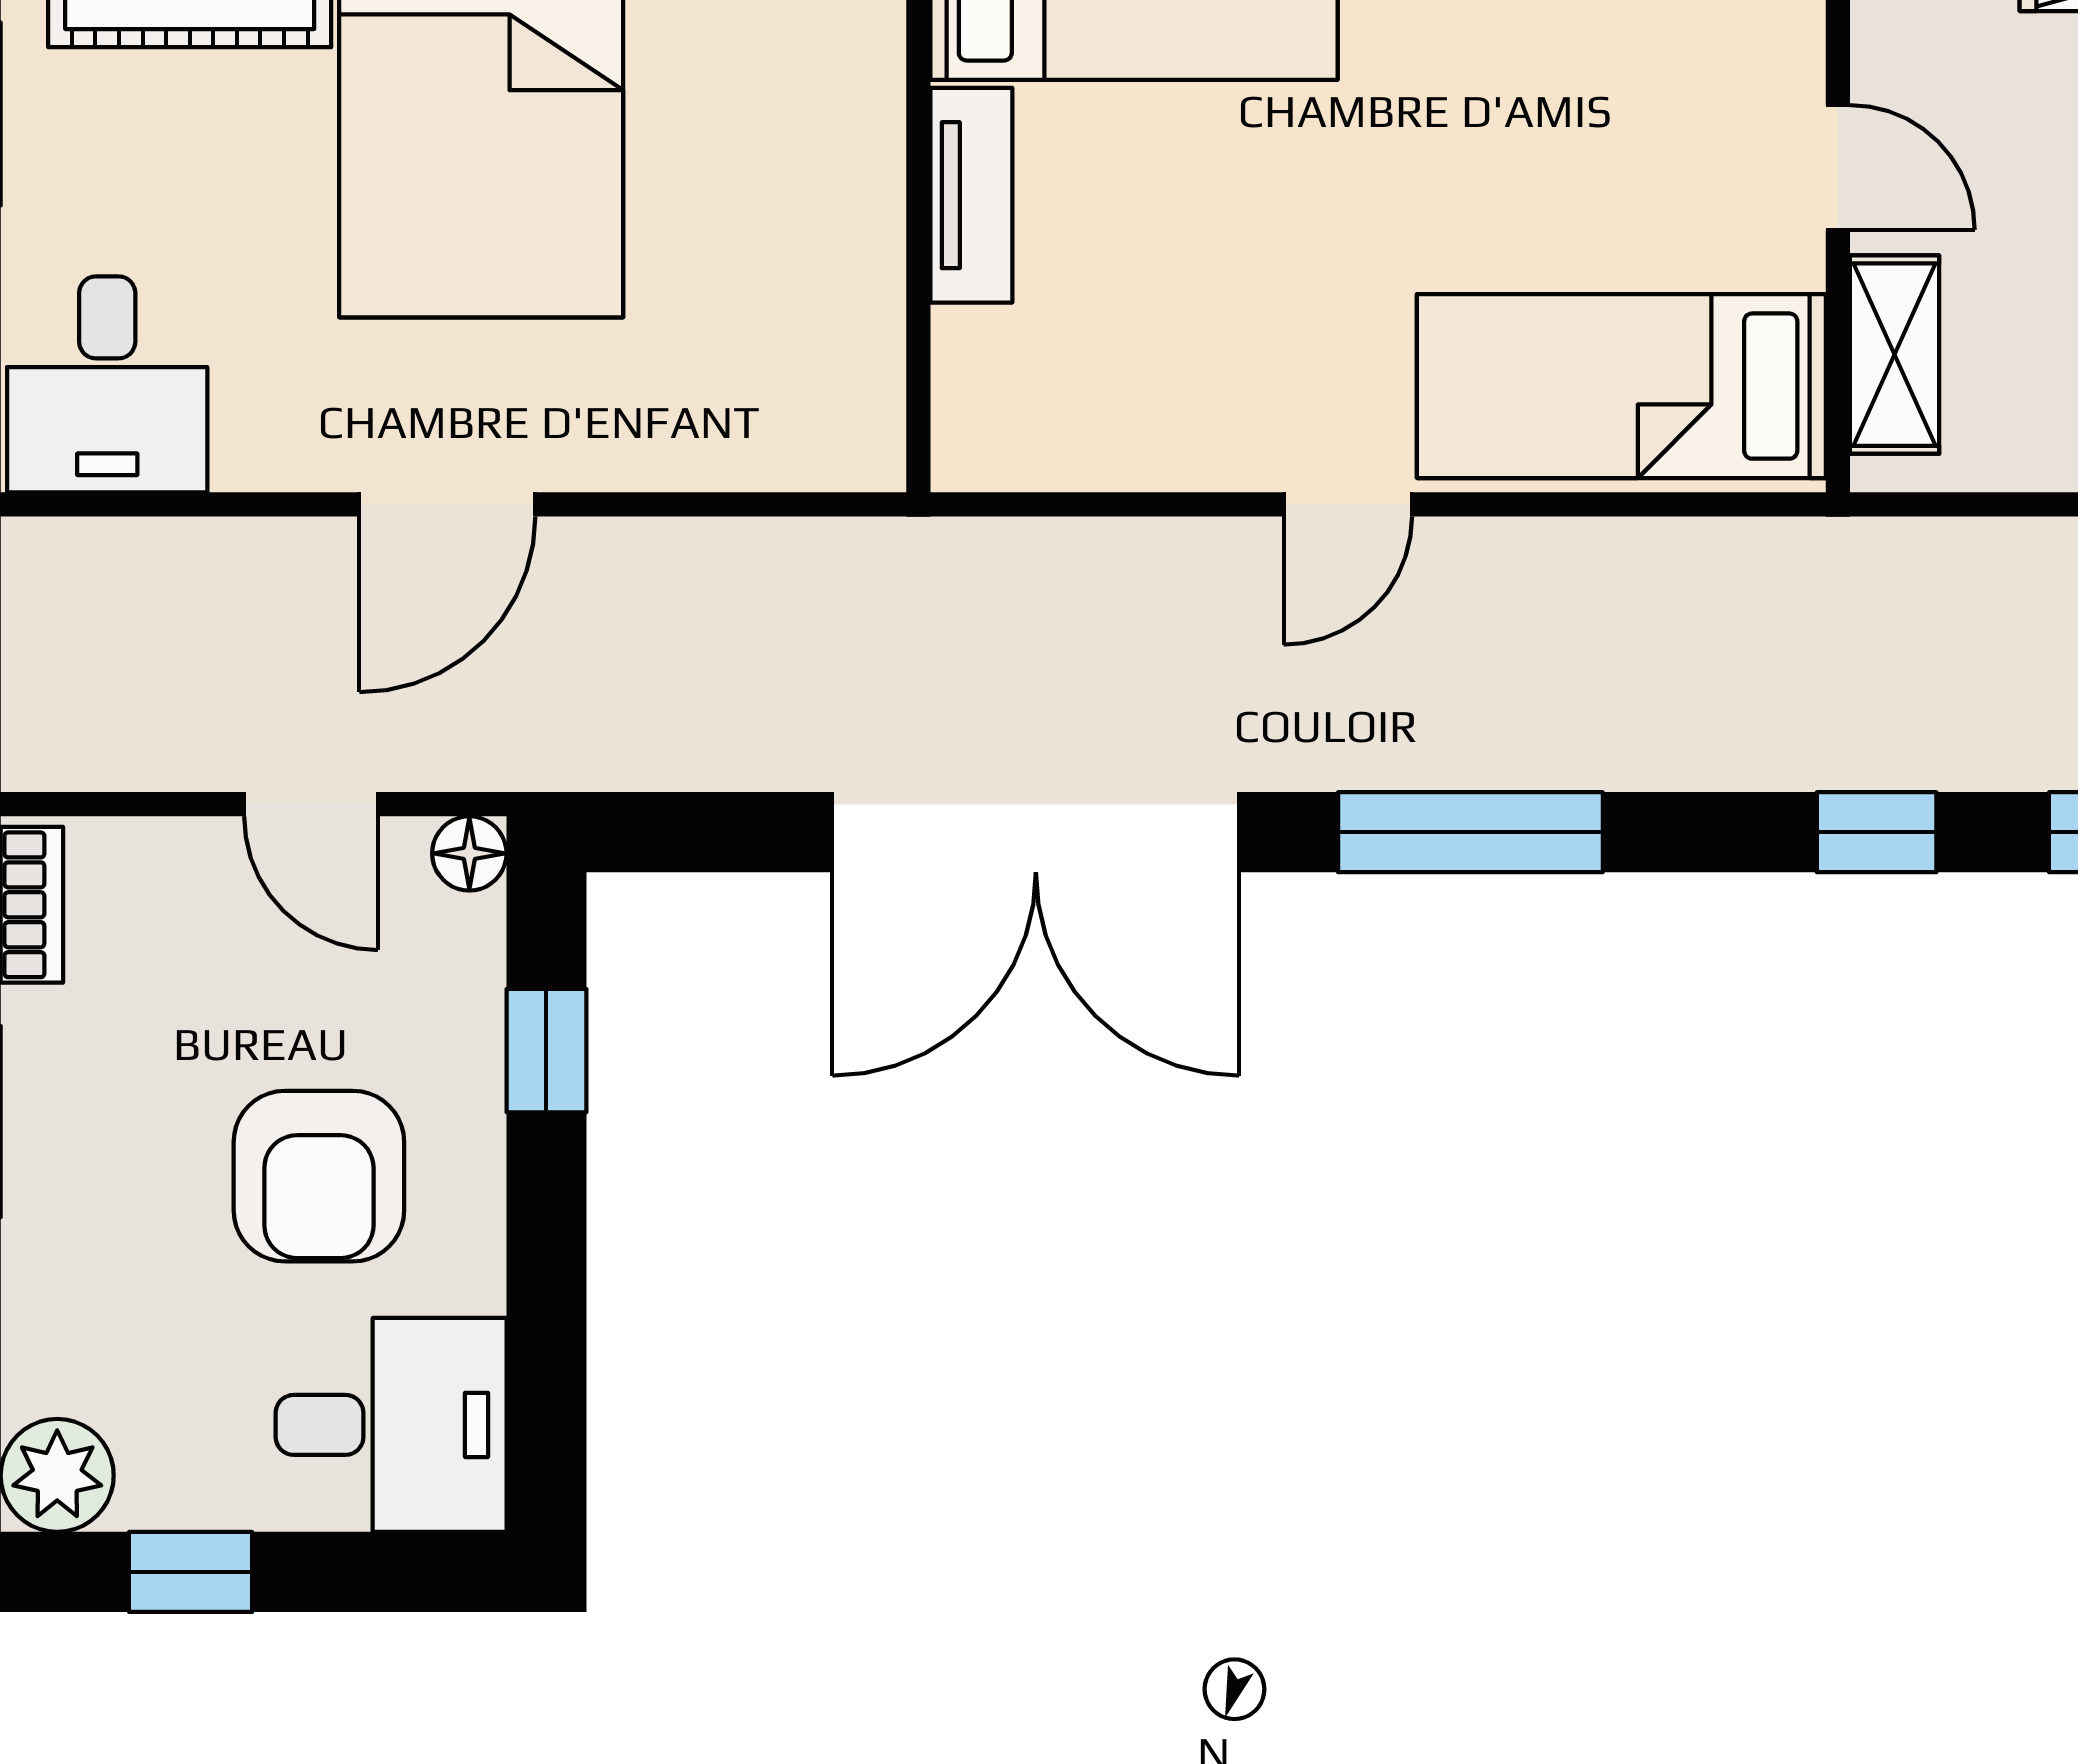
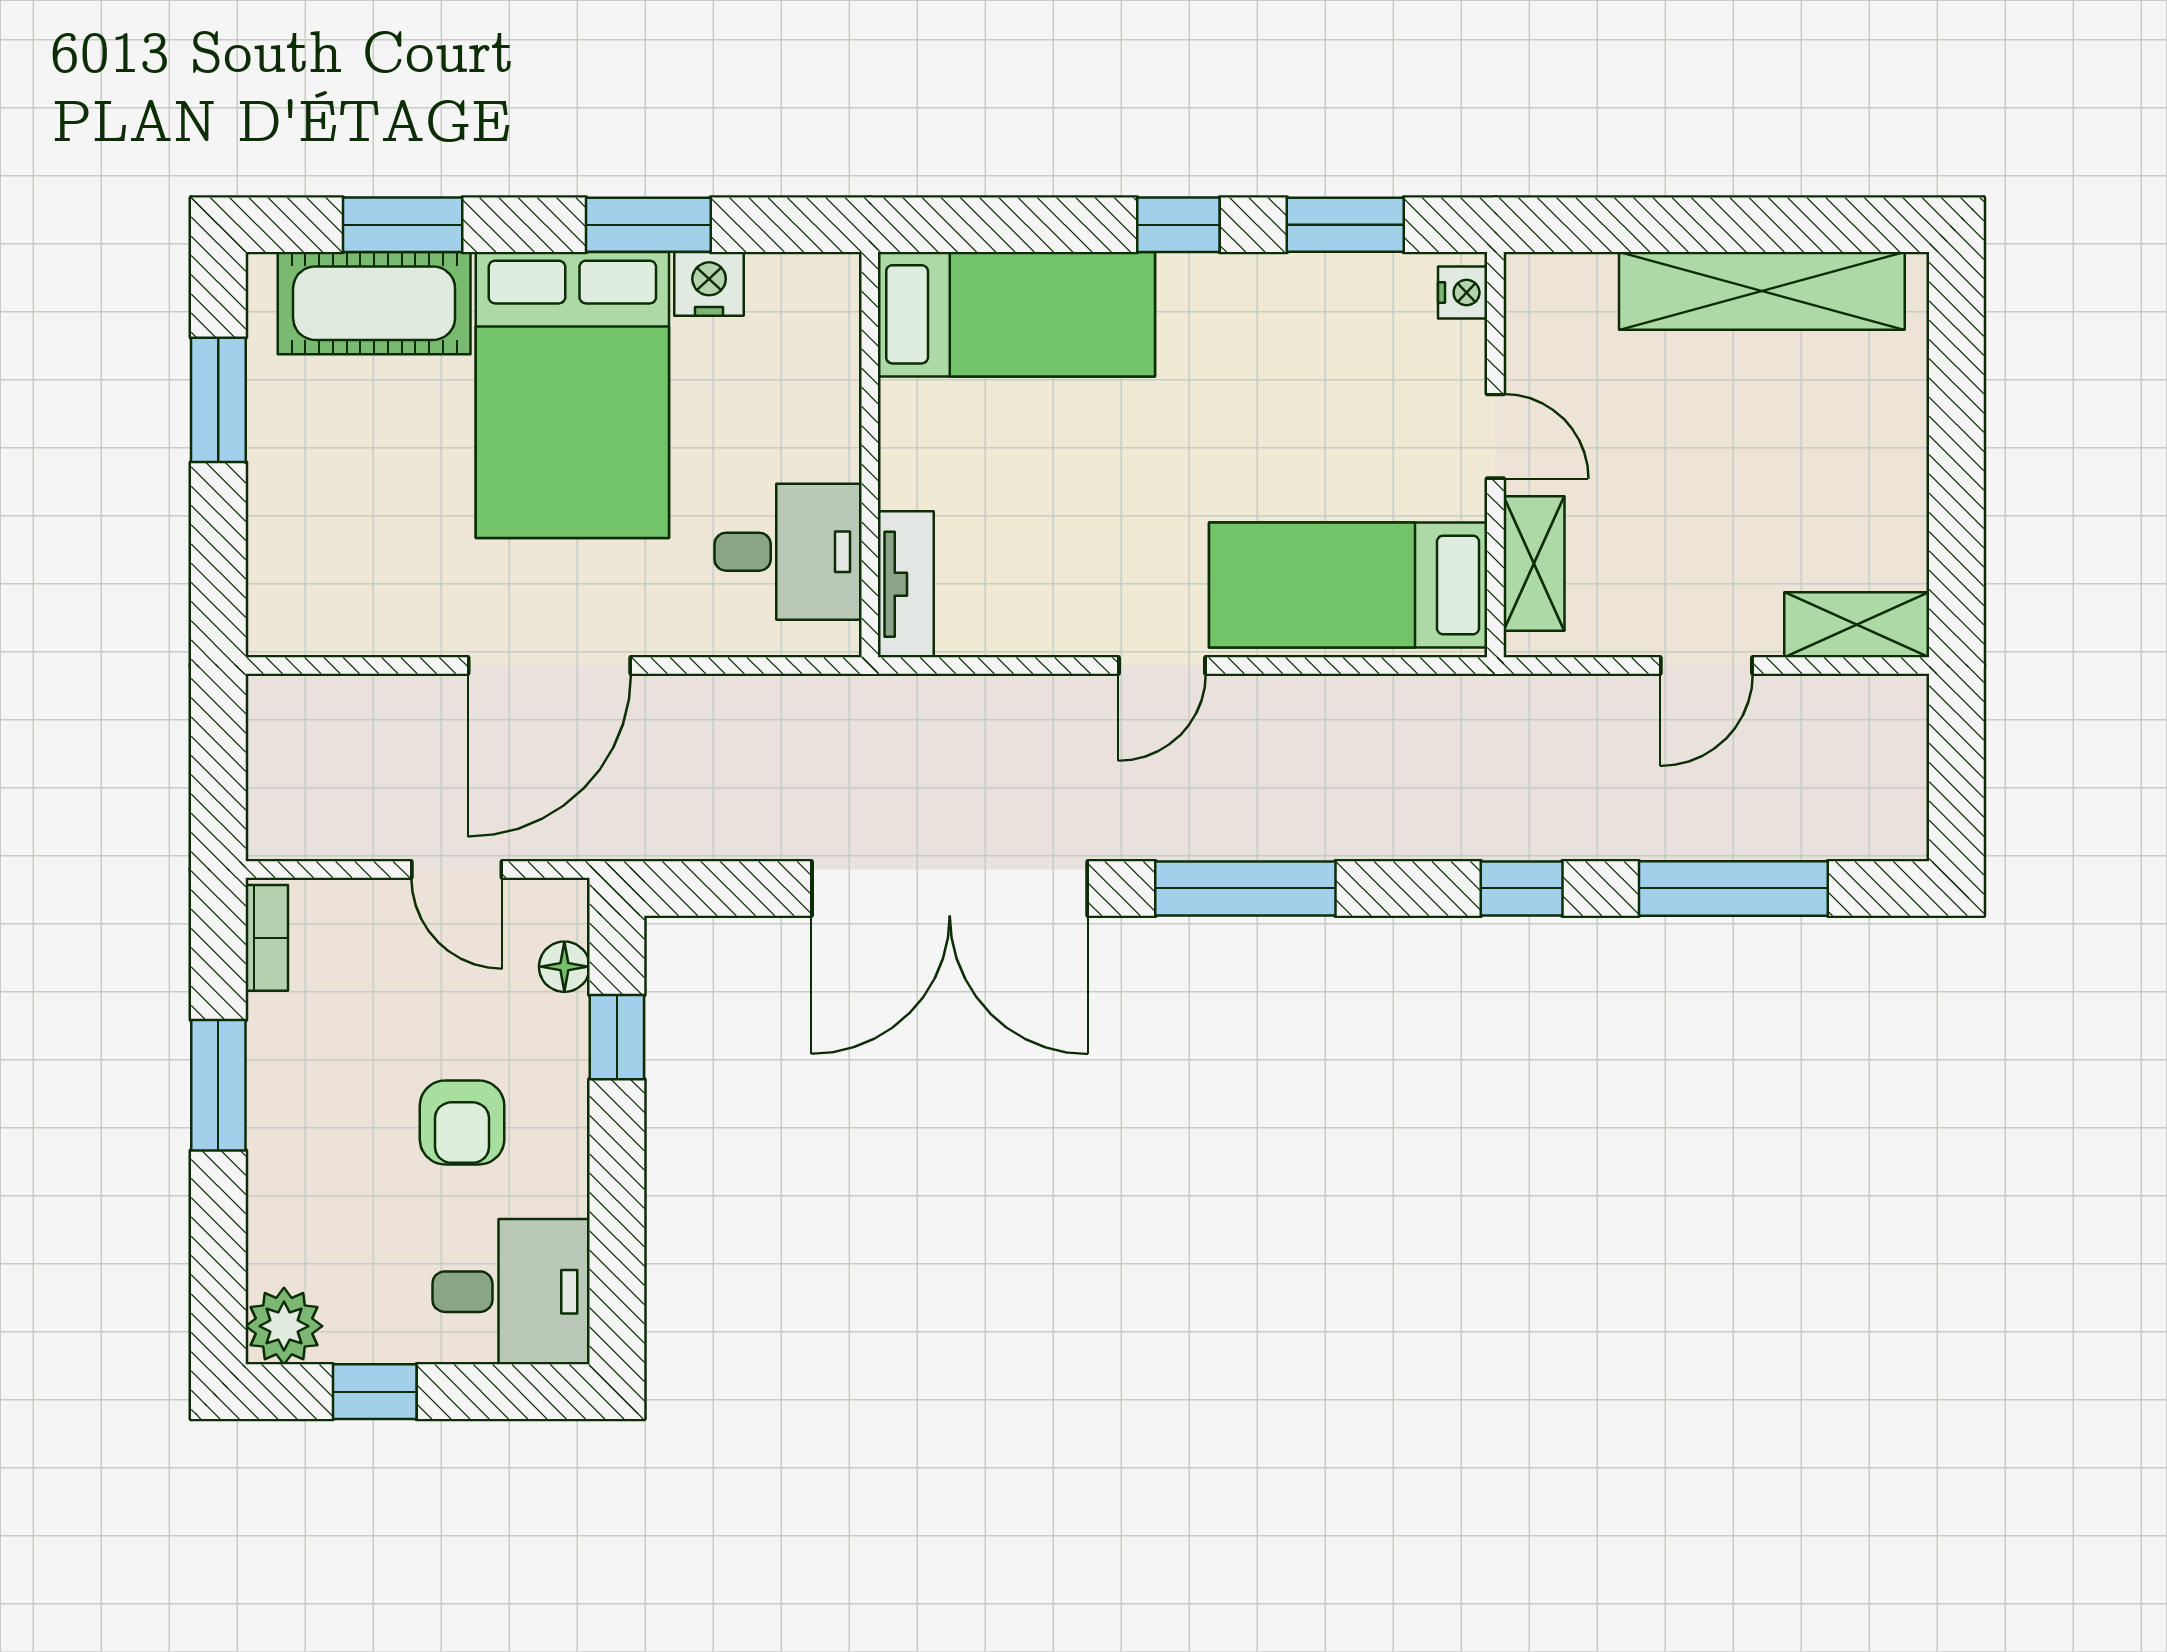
tv unit: (971, 195) -> (906, 584), moved
desk: (107, 384) -> (788, 552), moved, turned -90
door: (447, 504) -> (549, 665), width x1.36
floor lamp: (469, 853) -> (564, 967), moved
armchair: (319, 1176) -> (462, 1122), width x0.72, depth x0.72

